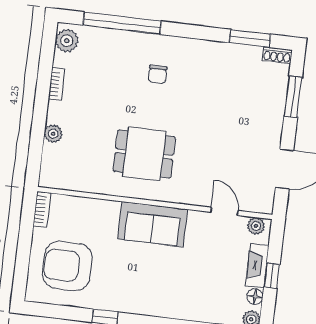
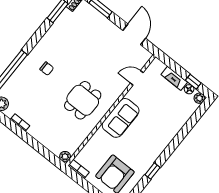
plant: (53, 134) -> (65, 157), moved
plant: (256, 226) -> (154, 67), removed
window: (272, 276) -> (193, 82), moved

